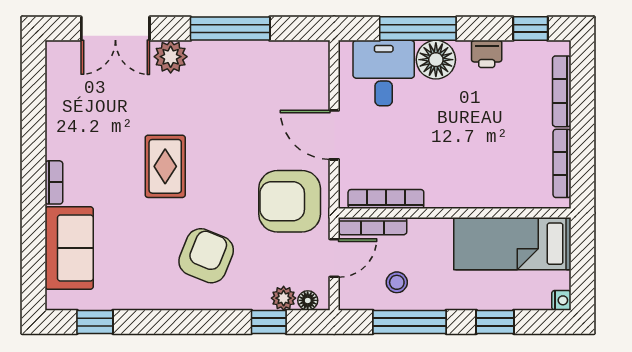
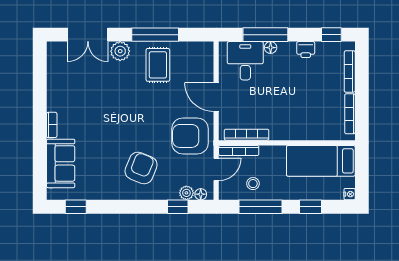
floor lamp: (436, 60) -> (271, 48), width x0.53, depth x0.53
rug: (165, 166) -> (158, 65), moved

